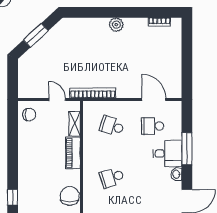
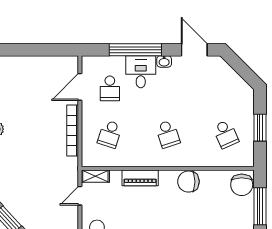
bookcase: (93, 93) -> (73, 130), moved
shelving: (75, 124) -> (95, 176), moved
window: (187, 149) -> (135, 50), width x1.46

